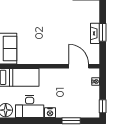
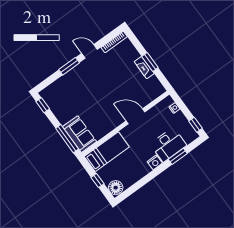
door: (79, 66) -> (135, 116), moved
desk: (30, 107) -> (168, 145), moved

